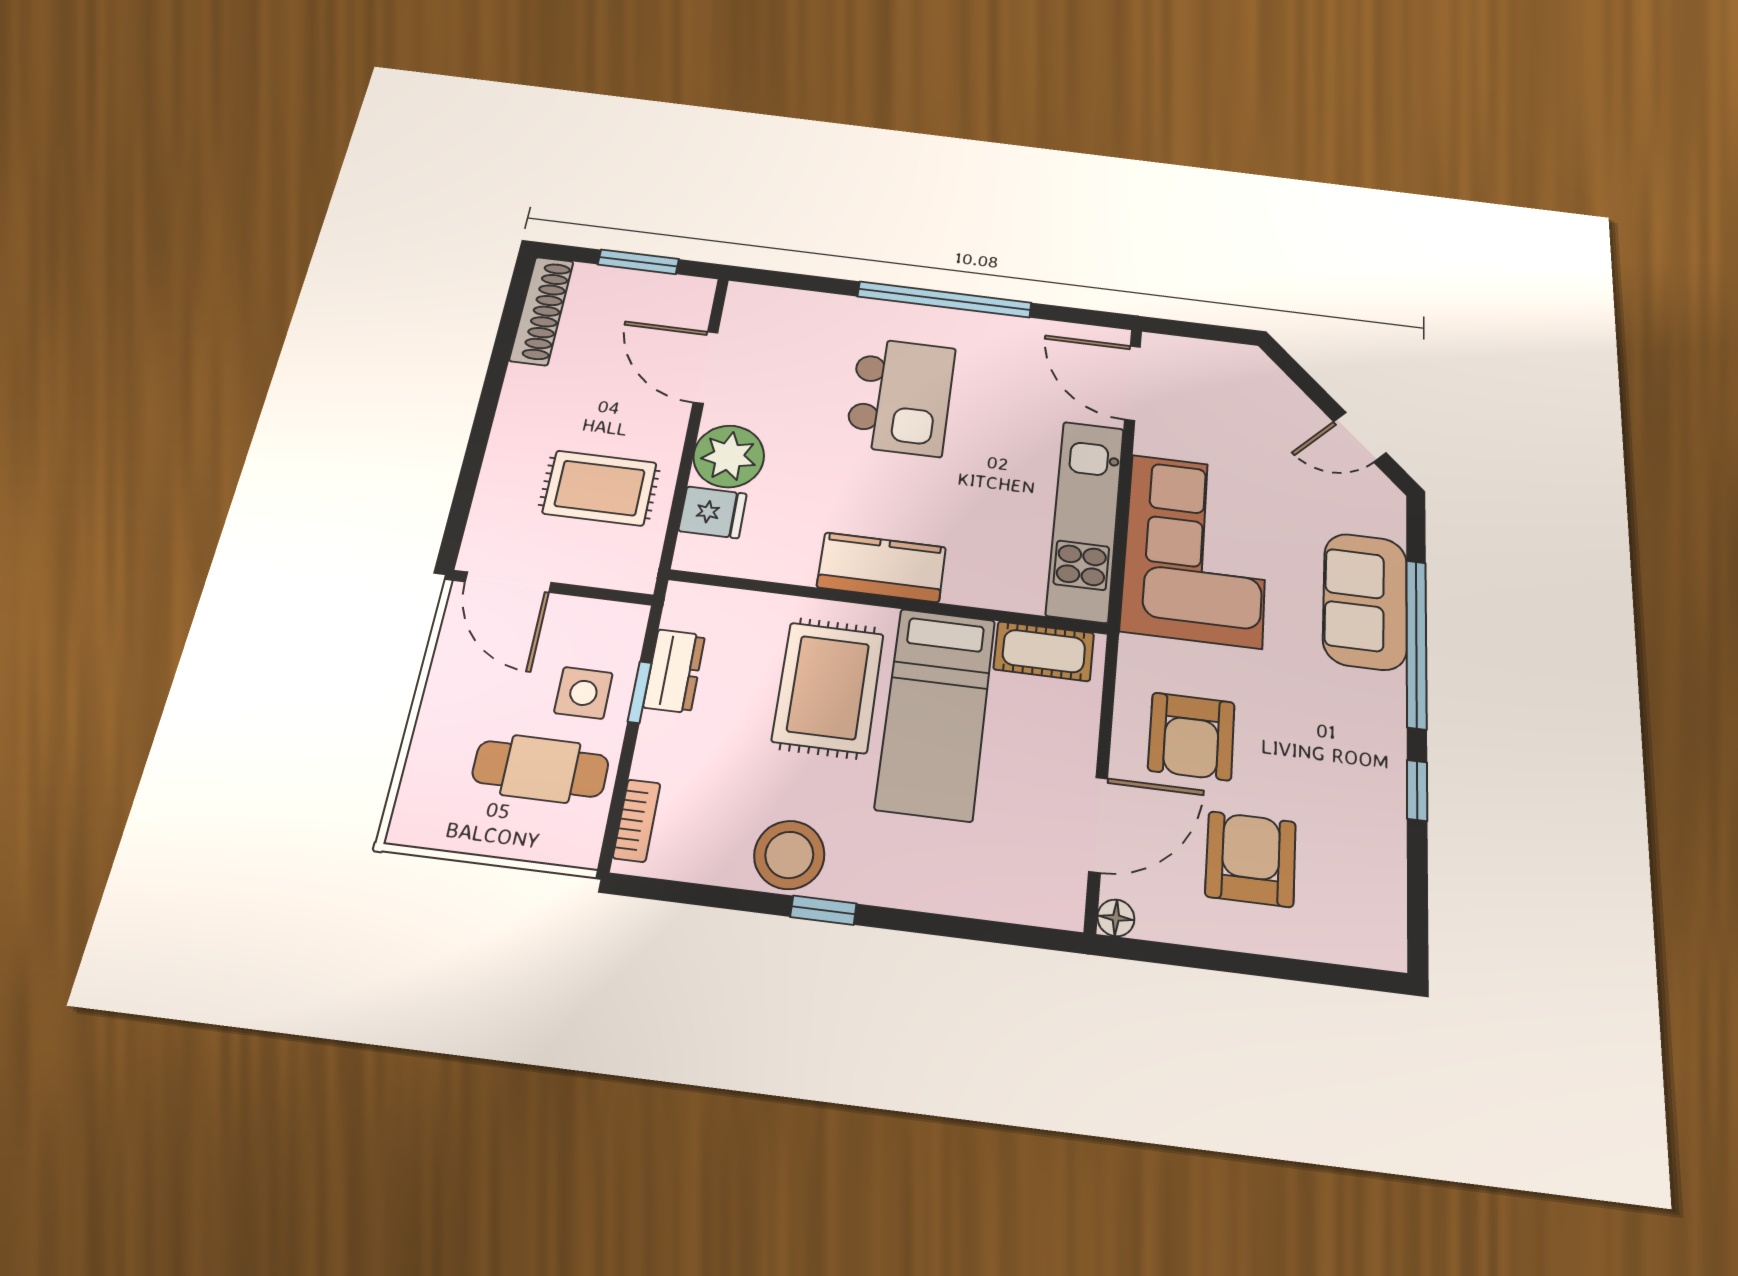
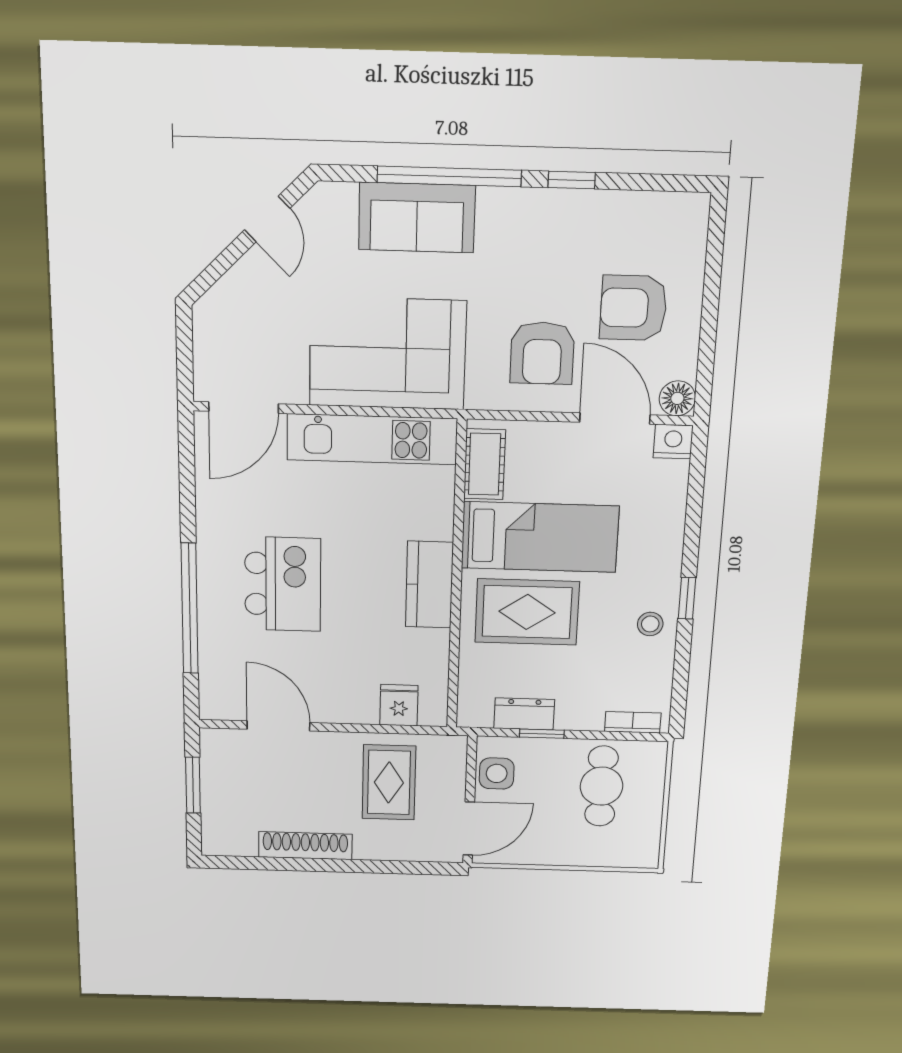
window: (944, 300) -> (190, 609), moved
shoe rack: (542, 311) -> (305, 846), moved
door: (705, 367) -> (278, 726), swing flipped
kitchen island: (901, 397) -> (283, 584), turned 90
plant: (729, 456) -> (352, 700), removed
side table: (583, 693) -> (497, 773), moved
armchair: (1191, 736) -> (542, 353), turned 90
stool: (789, 855) -> (650, 624), width x0.53, depth x0.53
nightstand: (1061, 903) -> (673, 442), added
floor lamp: (1116, 918) -> (677, 398), width x1.37, depth x1.37

